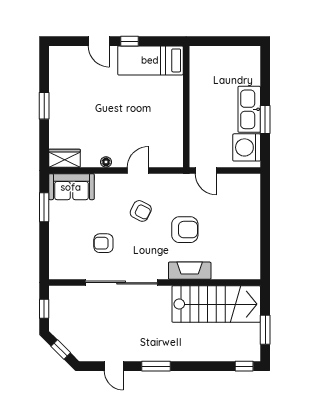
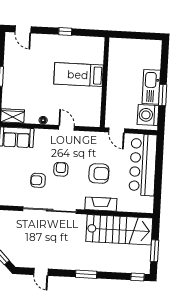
door: (99, 41) -> (23, 29), moved
bed: (150, 60) -> (78, 75), moved
door: (138, 170) -> (66, 128), hinge flipped
armchair: (141, 211) -> (61, 169), moved, turned -117
bar counter: (244, 215) -> (143, 165), added
window: (156, 366) -> (86, 274), moved

